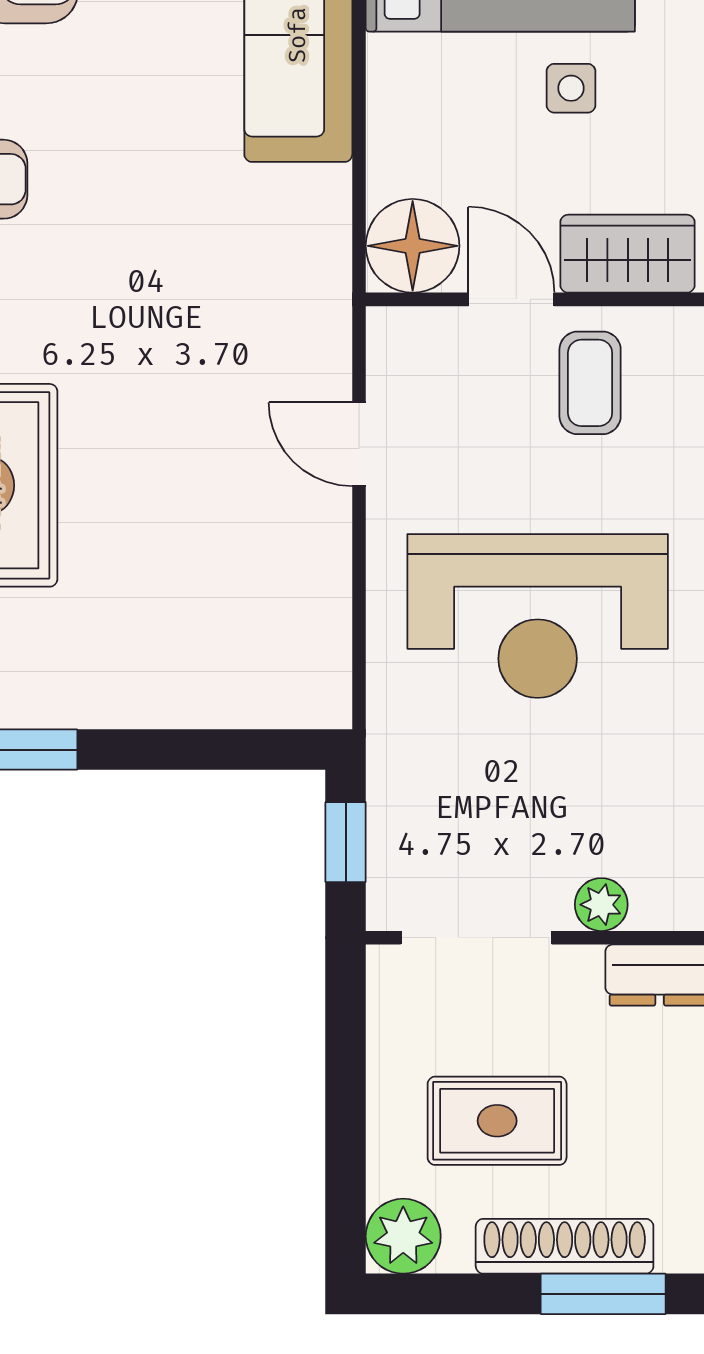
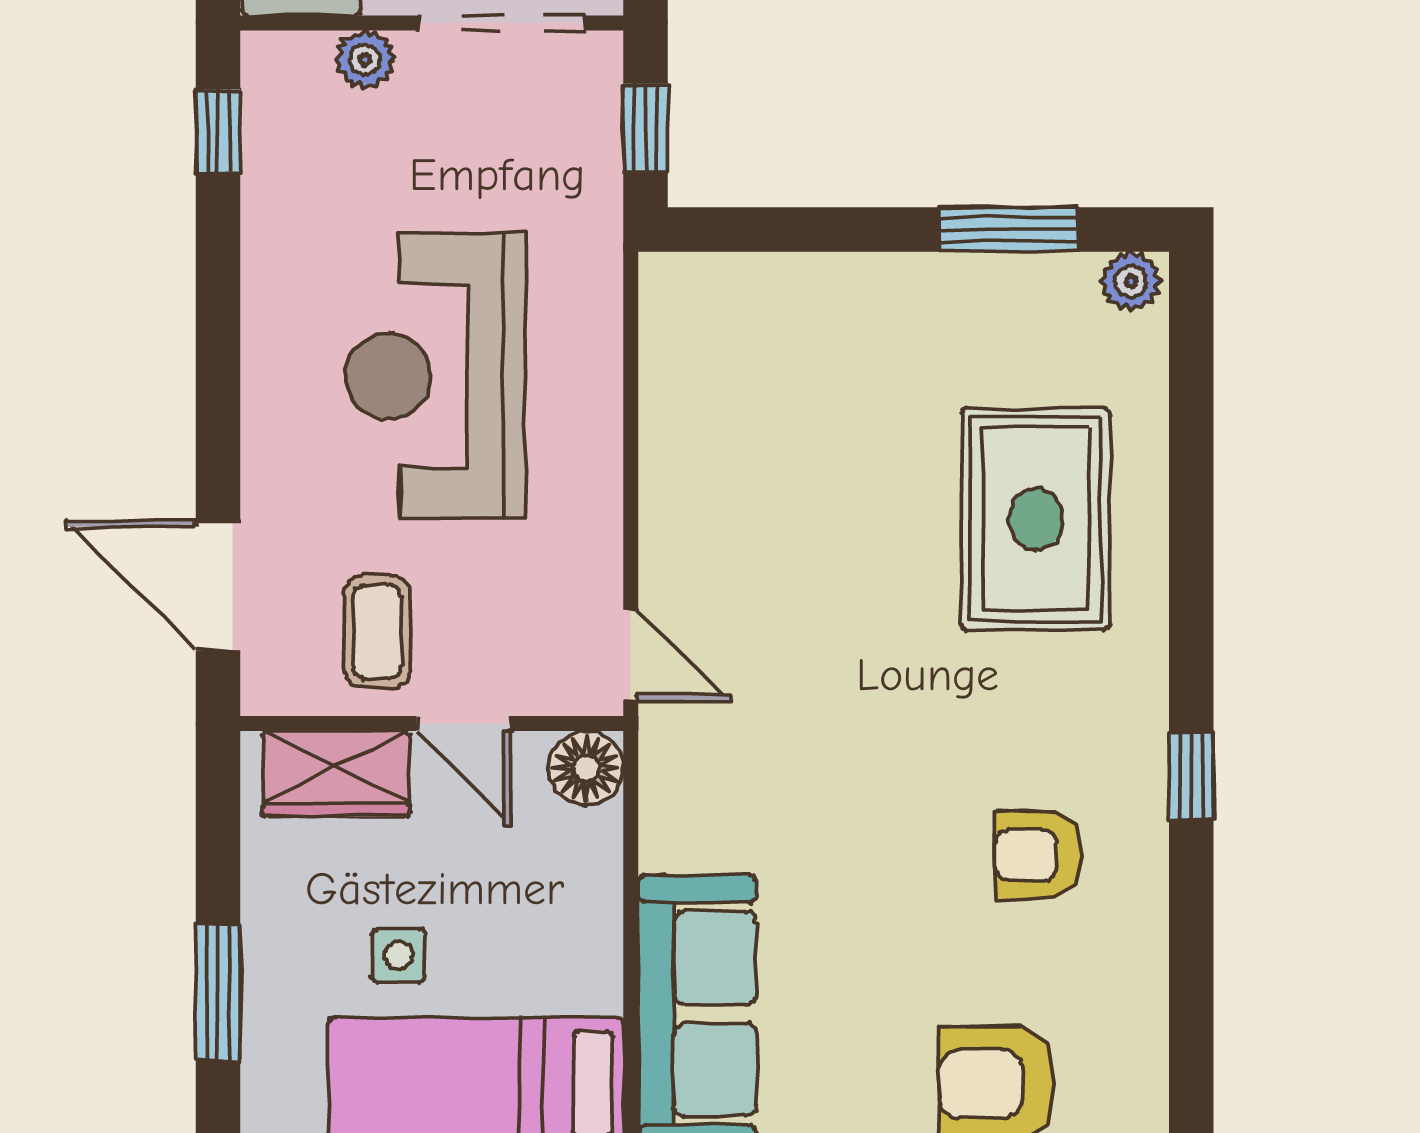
floor lamp: (413, 246) -> (586, 768), width x0.73, depth x0.73
door: (359, 444) -> (631, 655), moved
reception desk: (538, 616) -> (435, 376), turned -90

